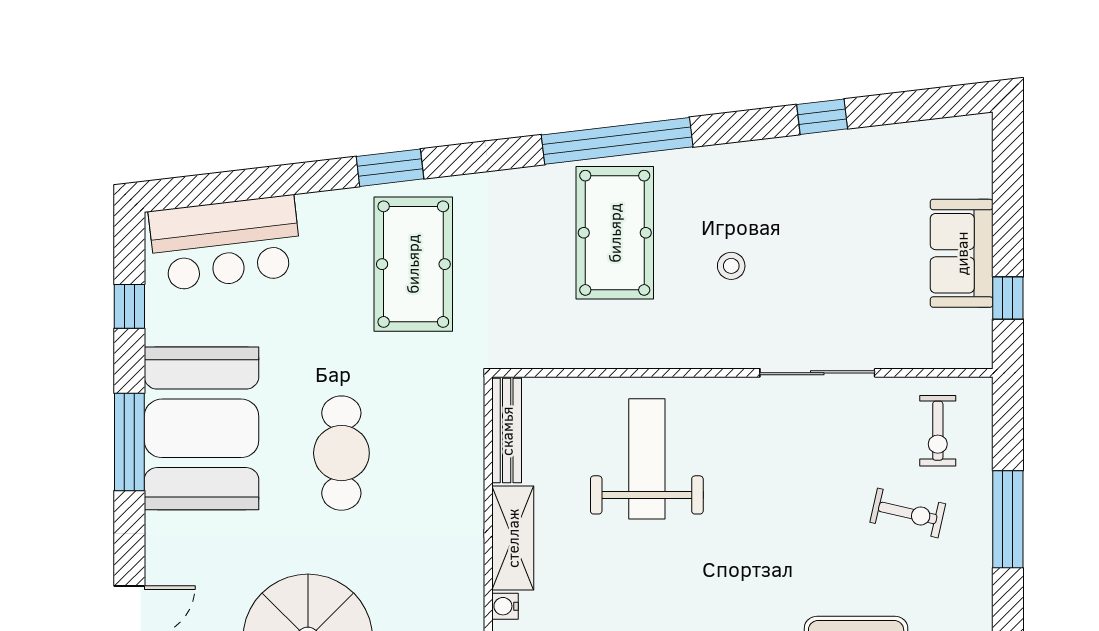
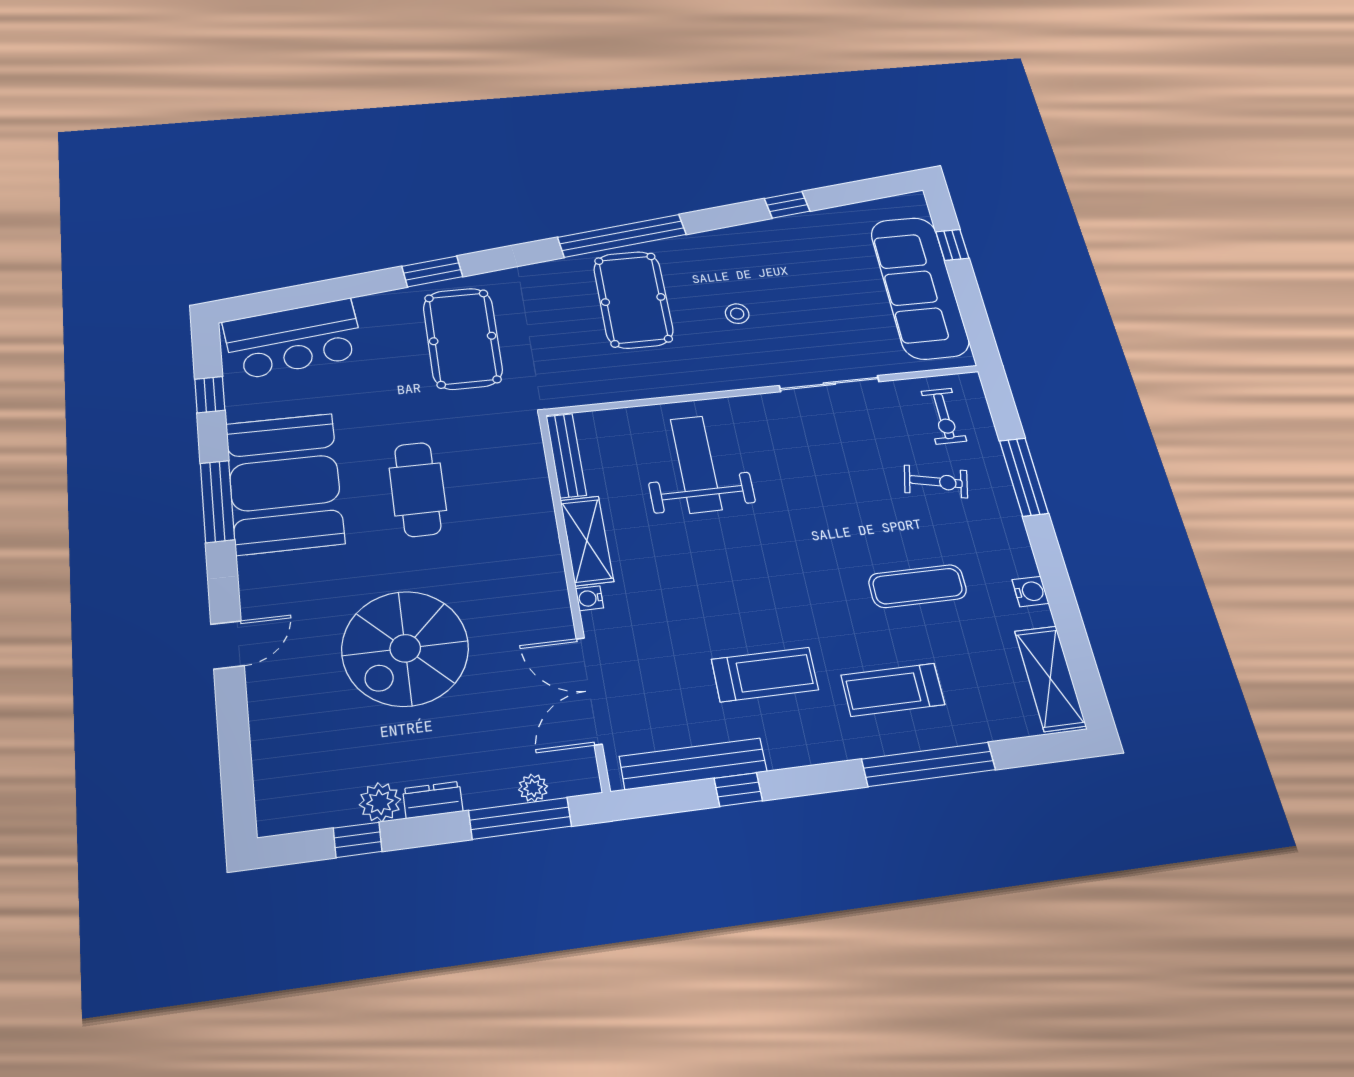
sofa: (962, 253) -> (919, 287), width x1.85, depth x1.27
window: (1008, 298) -> (952, 245), moved

